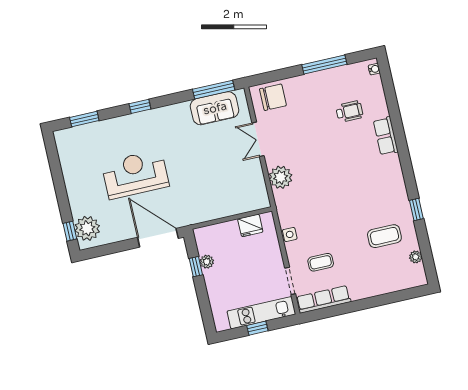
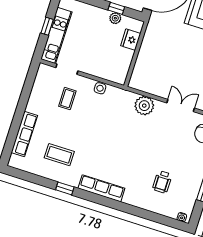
row of seats: (386, 136) -> (101, 188), moved, width x1.48
fridge: (250, 225) -> (131, 40), moved
coffee table: (384, 236) -> (59, 155), turned 90
plant: (416, 257) -> (32, 168), removed
row of seats: (323, 299) -> (24, 134), moved

